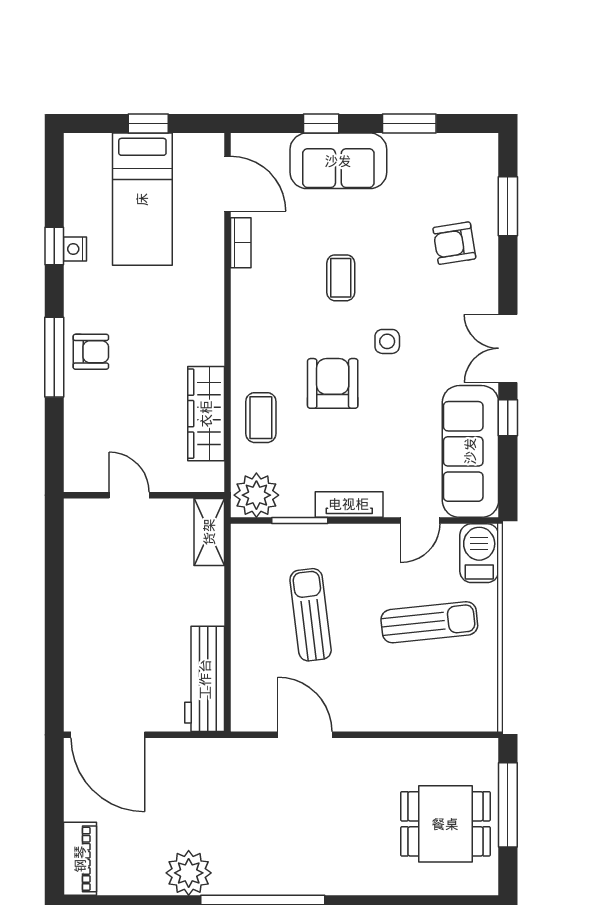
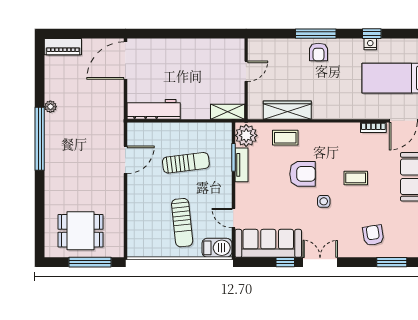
tv unit: (349, 504) -> (241, 165), moved
dining table: (445, 824) -> (81, 231), turned 90
plant: (189, 873) -> (50, 107), width x0.53, depth x0.53

